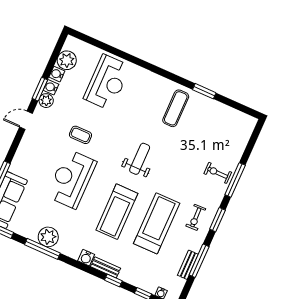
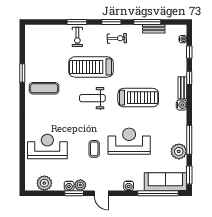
water cooler: (57, 74) -> (129, 186), moved
reception desk: (71, 179) -> (129, 141), turned 180
window: (235, 180) -> (77, 22), width x0.69
treadmill: (157, 223) -> (91, 67), moved
plant: (48, 237) -> (179, 151), moved

